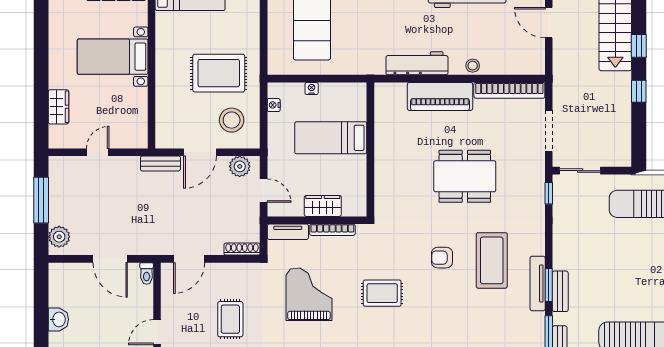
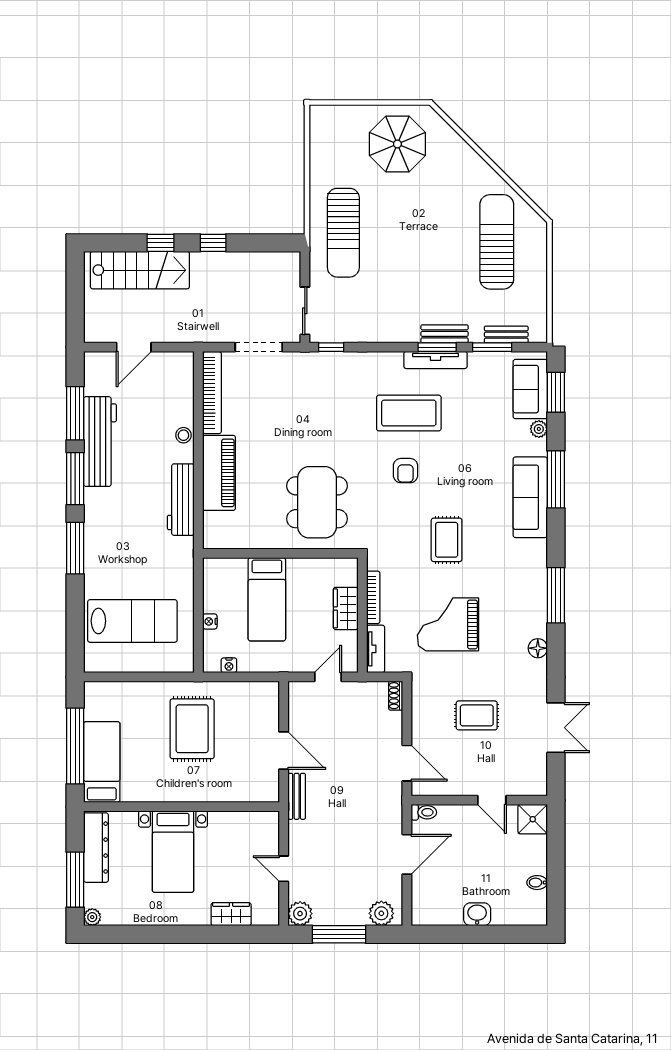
stool: (232, 120) -> (246, 714), removed
plant: (240, 166) -> (300, 914), moved
dining table: (465, 176) -> (317, 502), moved
shoe rack: (242, 249) -> (396, 696), width x0.70

